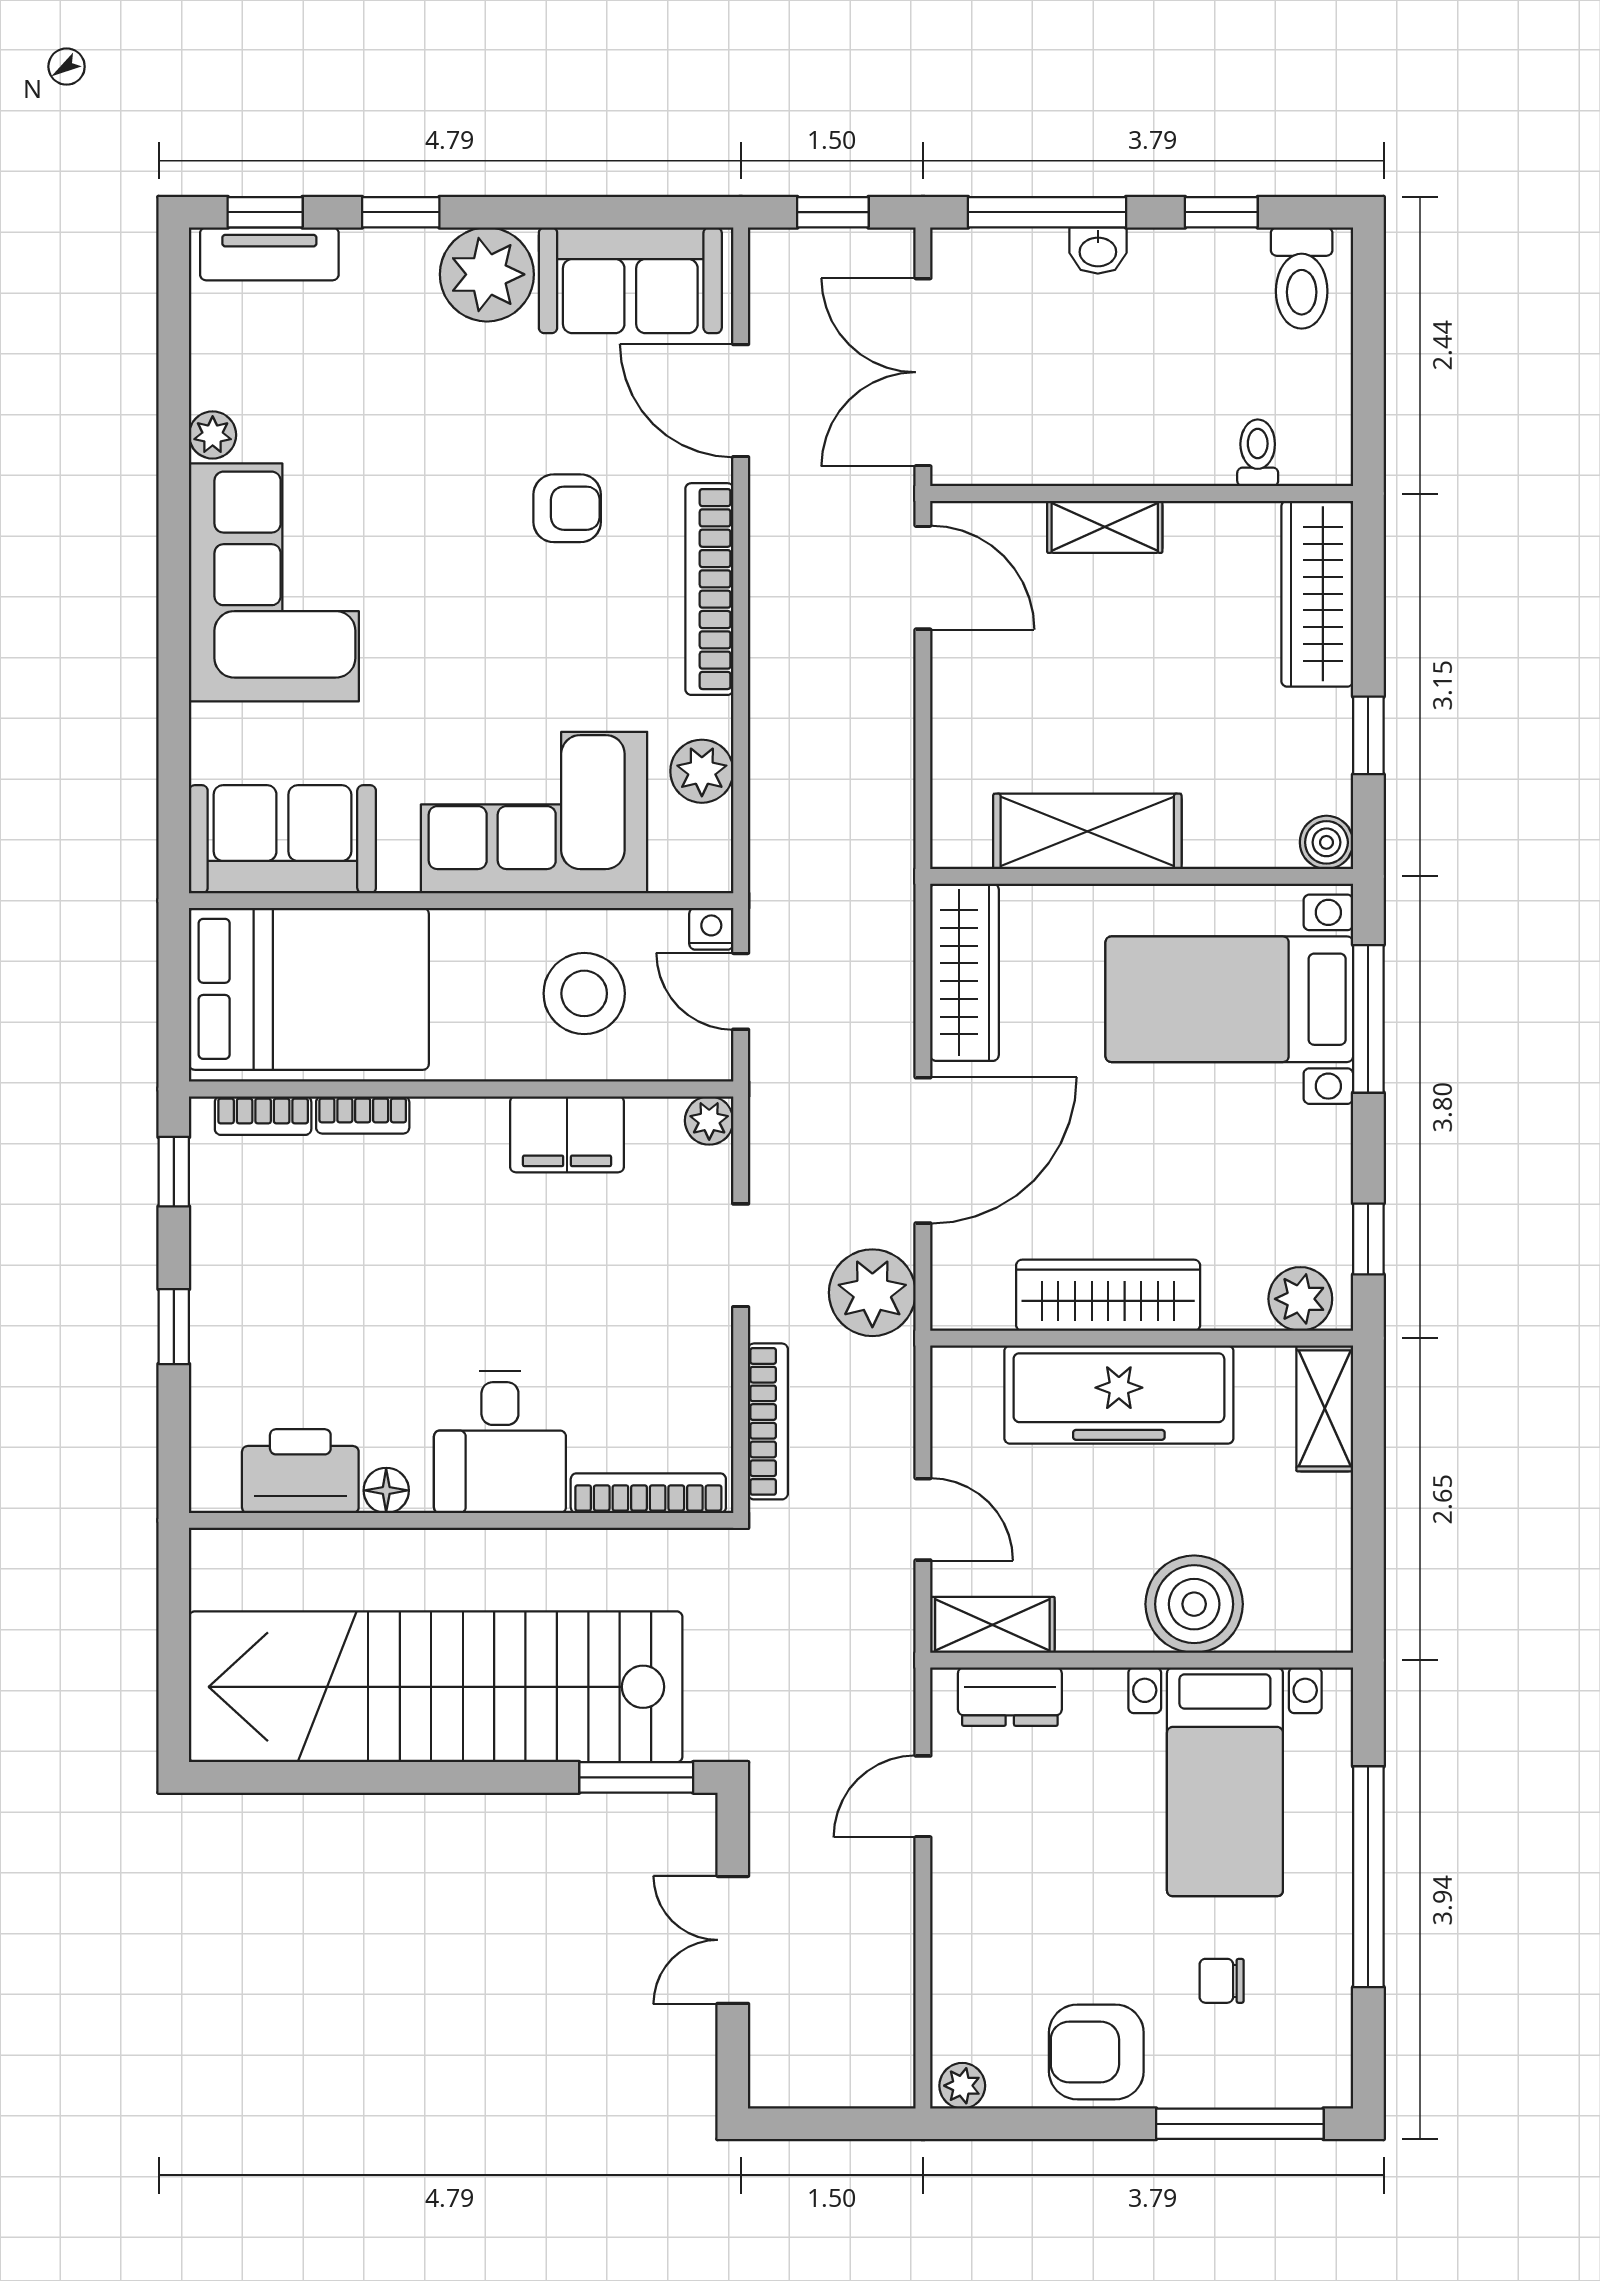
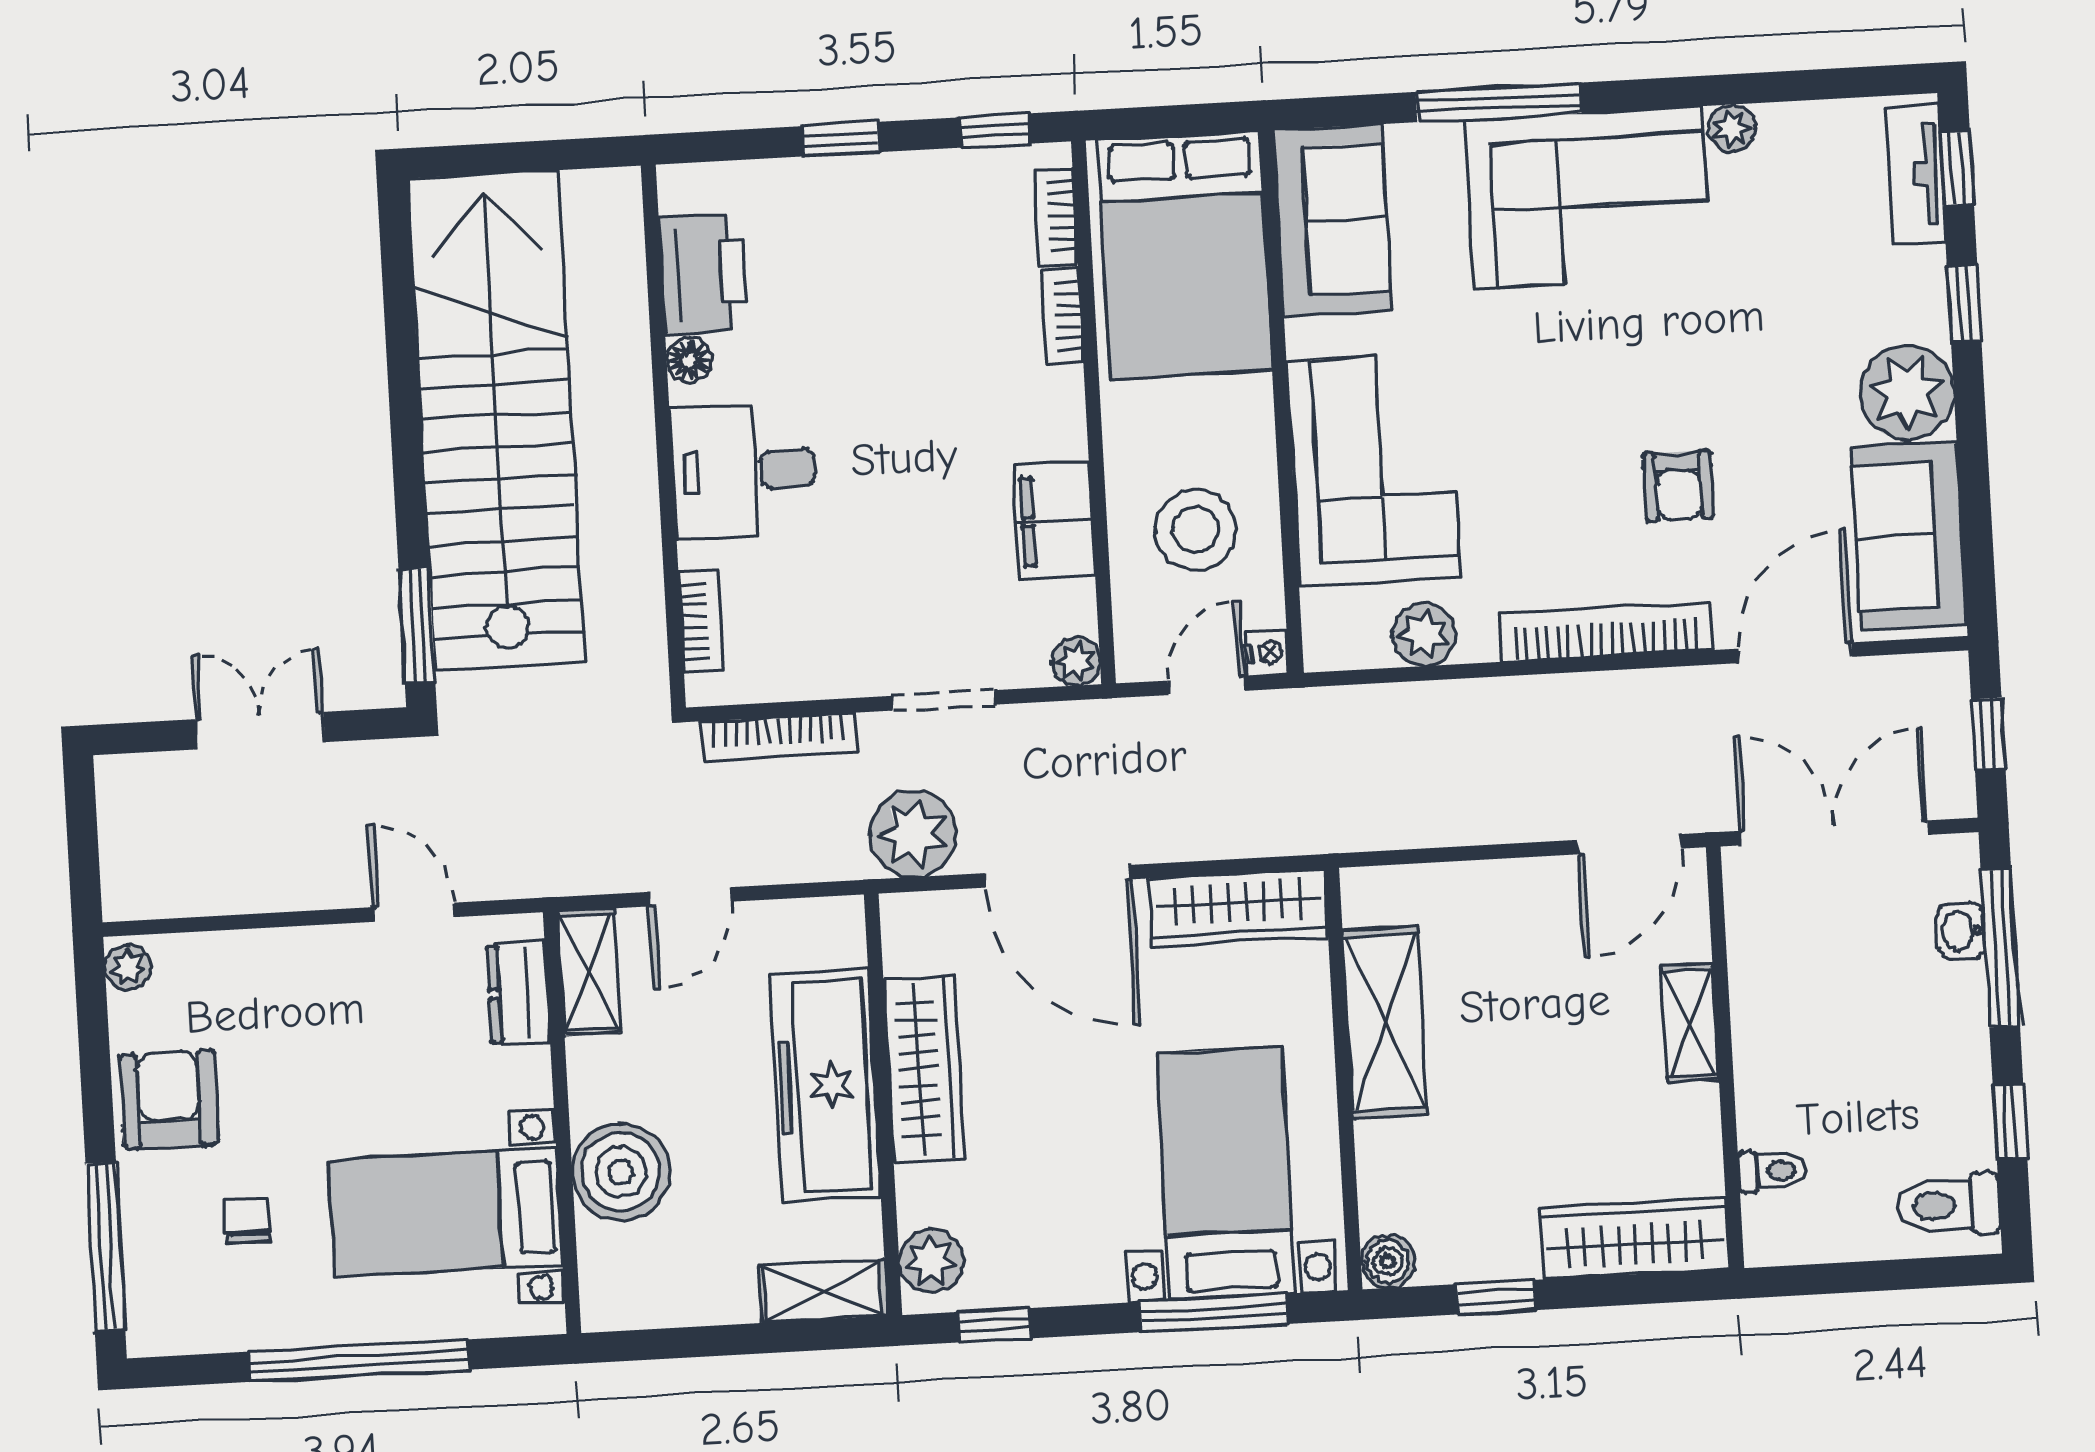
washbasin: (1098, 251) -> (1961, 931), moved
window: (174, 667) -> (1499, 102), added
bookcase: (648, 1493) -> (701, 622), width x0.64

